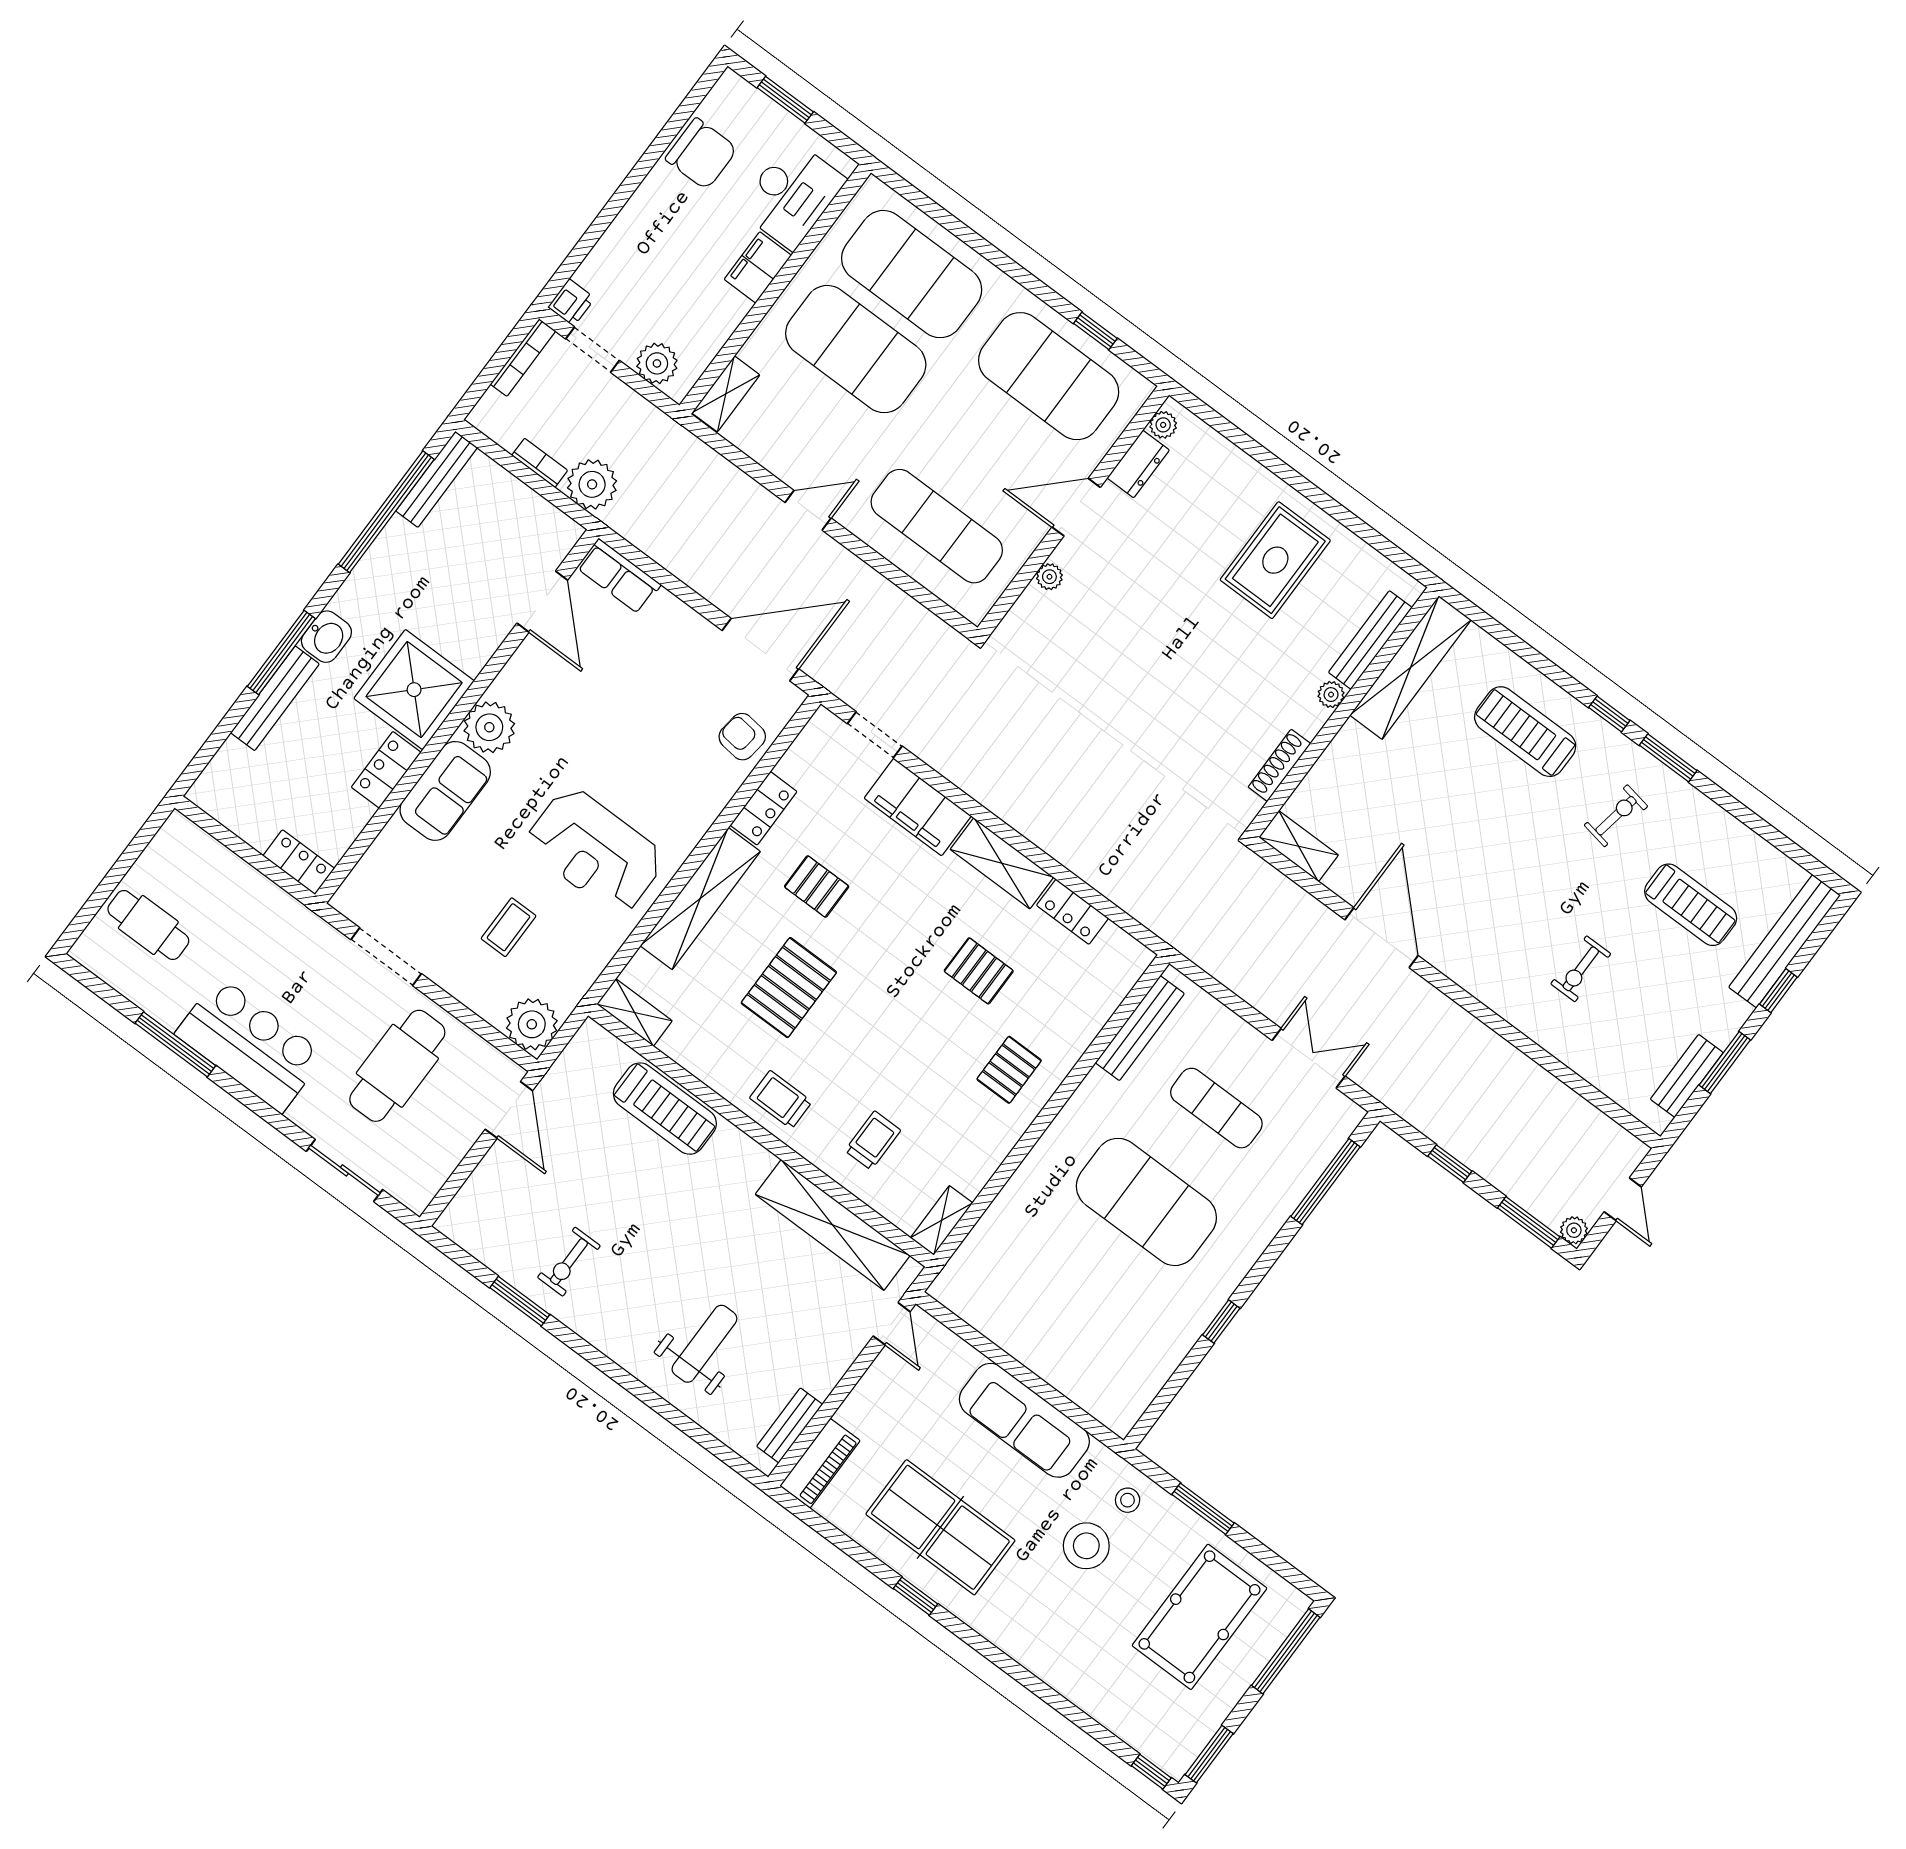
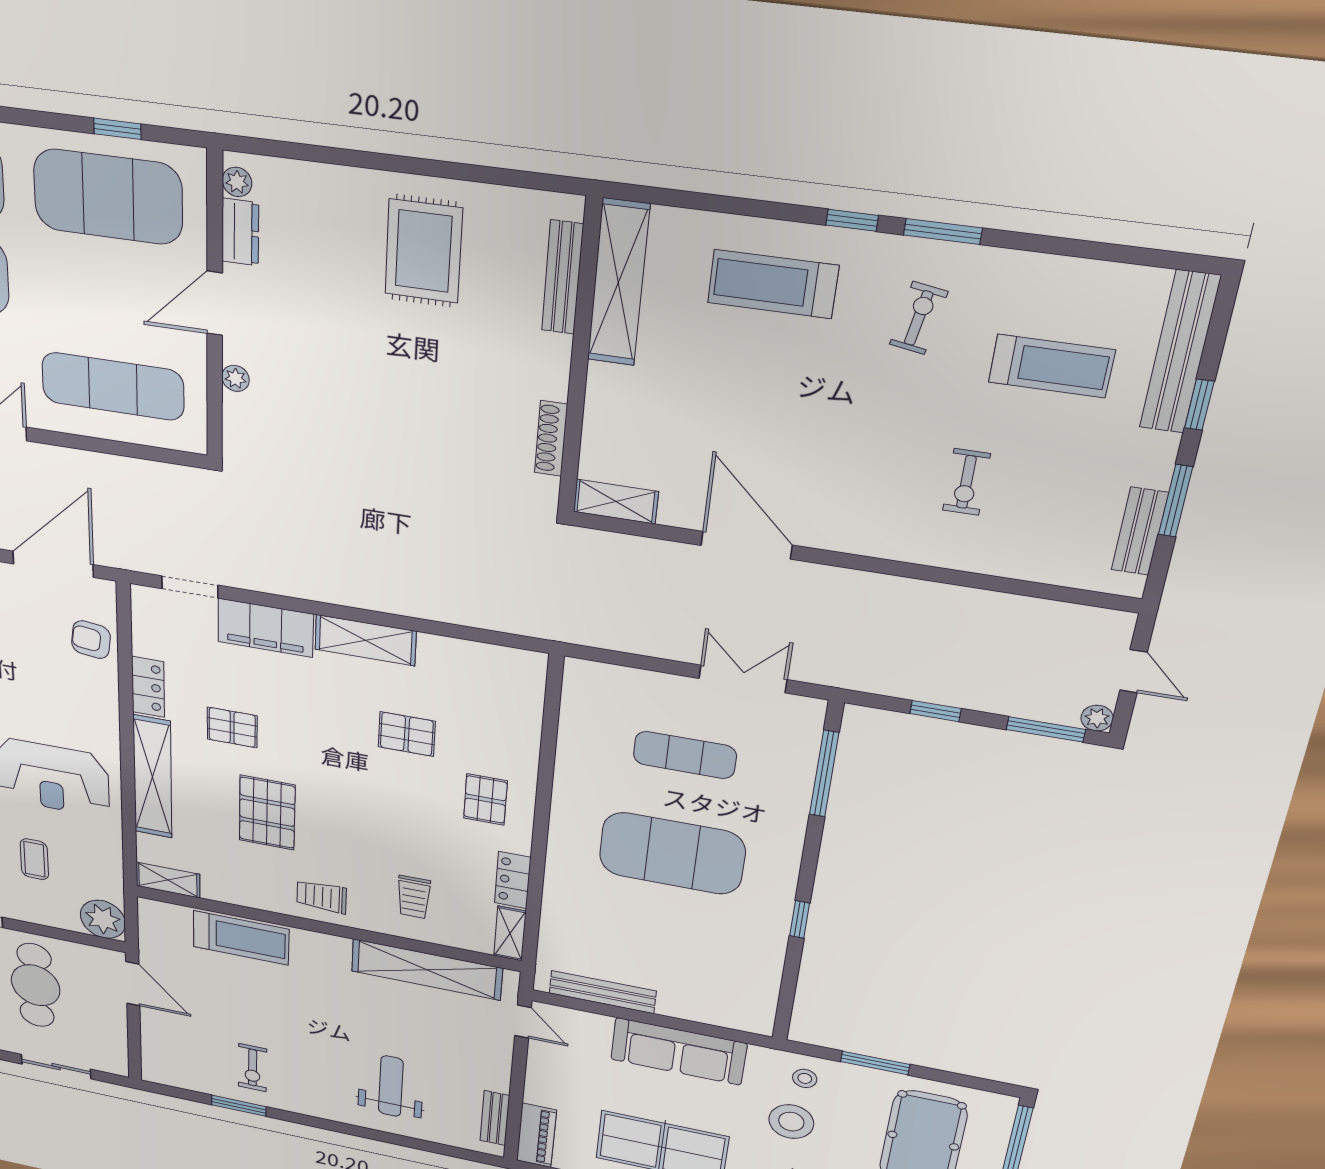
plant: (1331, 695) -> (558, 349), removed
locker: (1072, 912) -> (513, 880), moved, turned 90
bench: (1140, 1028) -> (603, 992), moved, turned 90
trolley: (873, 1140) -> (414, 897), turned 180

